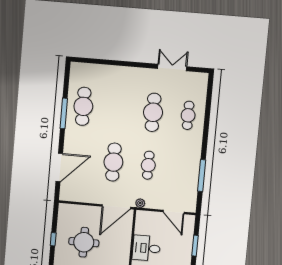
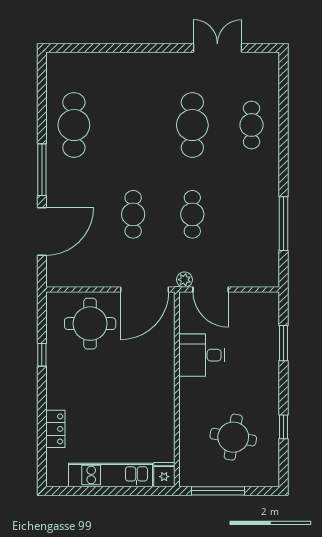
window: (64, 113) -> (42, 170), moved
cafe table: (113, 162) -> (133, 214), width x0.73, depth x0.74
door: (174, 212) -> (211, 289), moved
round table: (84, 242) -> (90, 324), moved

